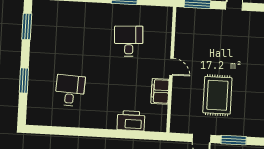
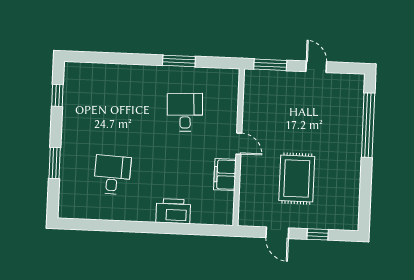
window: (27, 26) -> (57, 95), width x0.67
printer: (131, 121) -> (173, 211), moved
window: (234, 140) -> (318, 234), width x0.67

